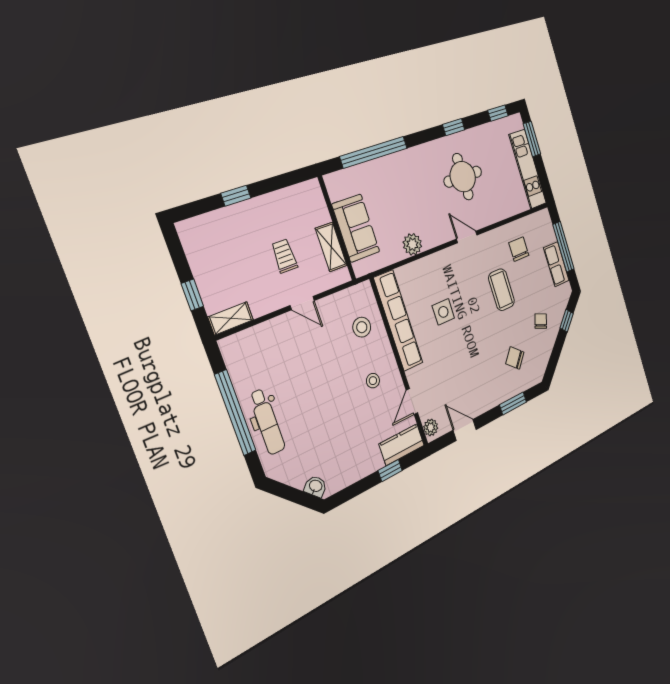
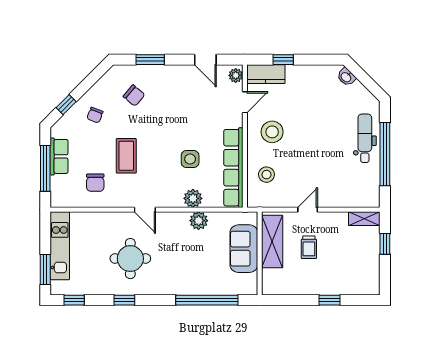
shelving: (331, 247) -> (272, 242), width x1.50, depth x1.33
plant: (426, 268) -> (193, 198), added
door: (302, 303) -> (308, 210), hinge flipped
stool: (373, 381) -> (272, 132), width x1.89, depth x1.89

